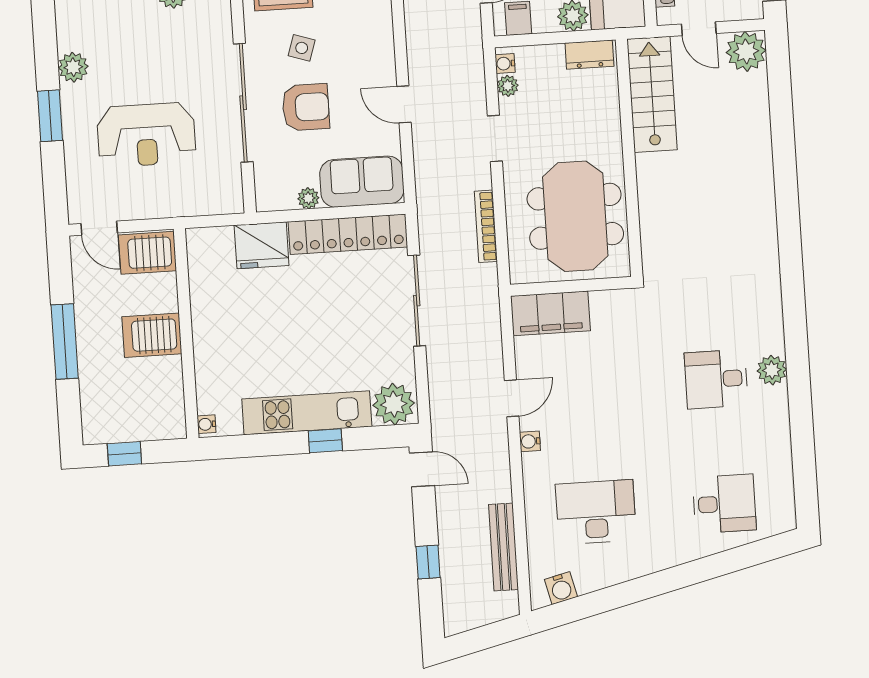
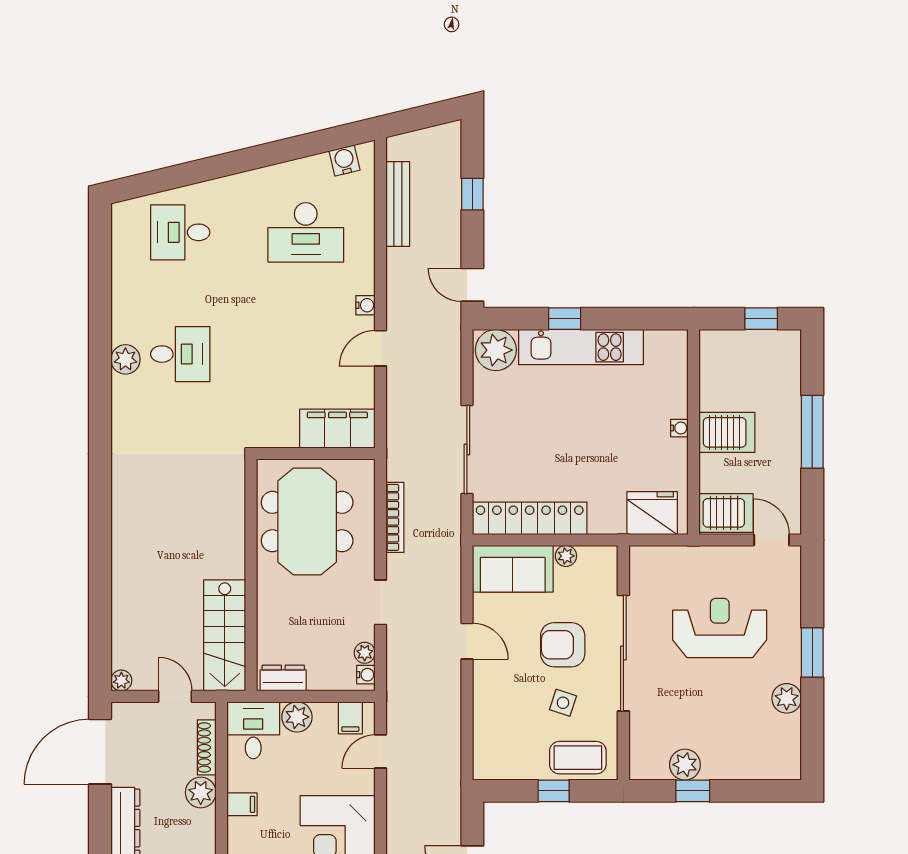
plant: (746, 51) -> (121, 681), width x0.53, depth x0.53
fridge: (262, 245) -> (652, 513), moved
water cooler: (206, 424) -> (679, 428), moved

